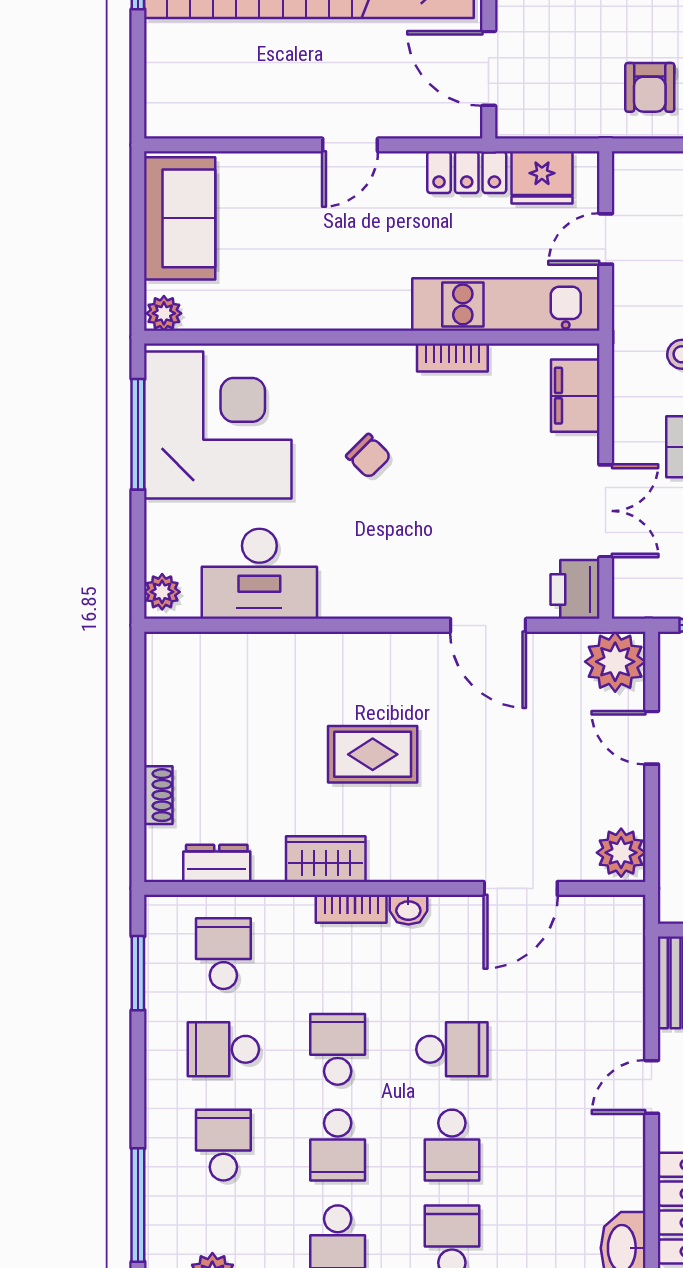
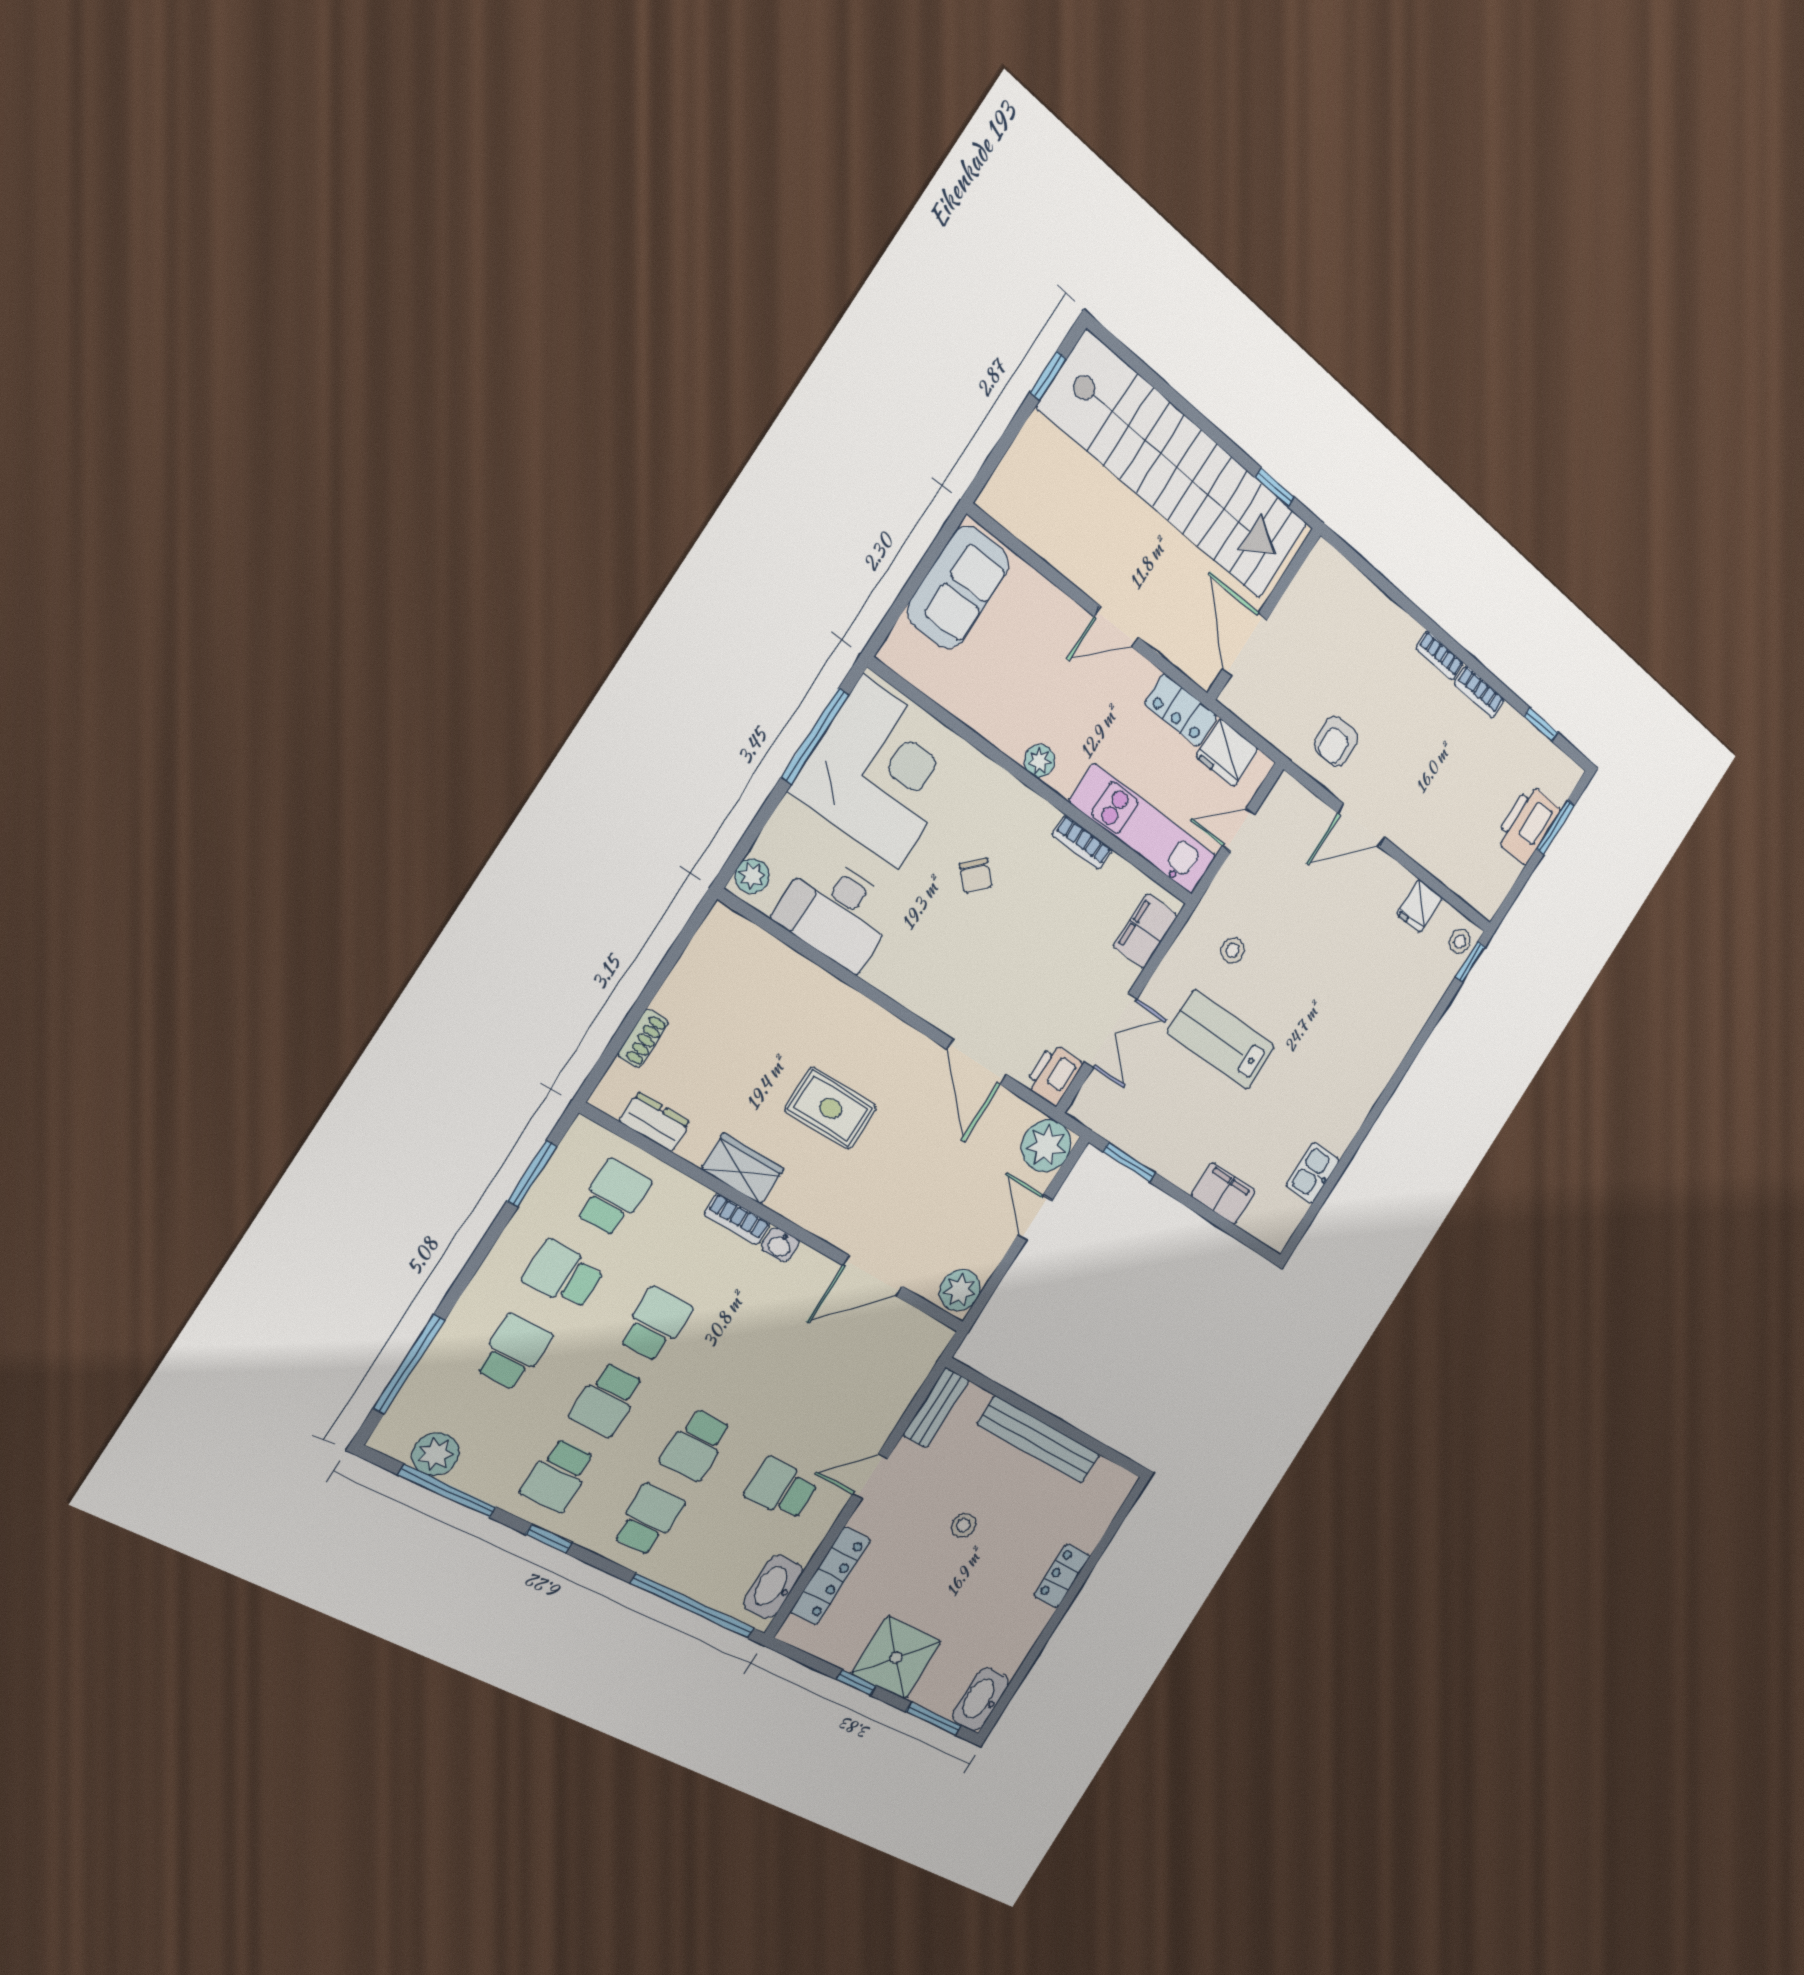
plant: (164, 313) -> (1040, 761), moved
school desk: (452, 1049) -> (781, 1489), moved, turned 180

